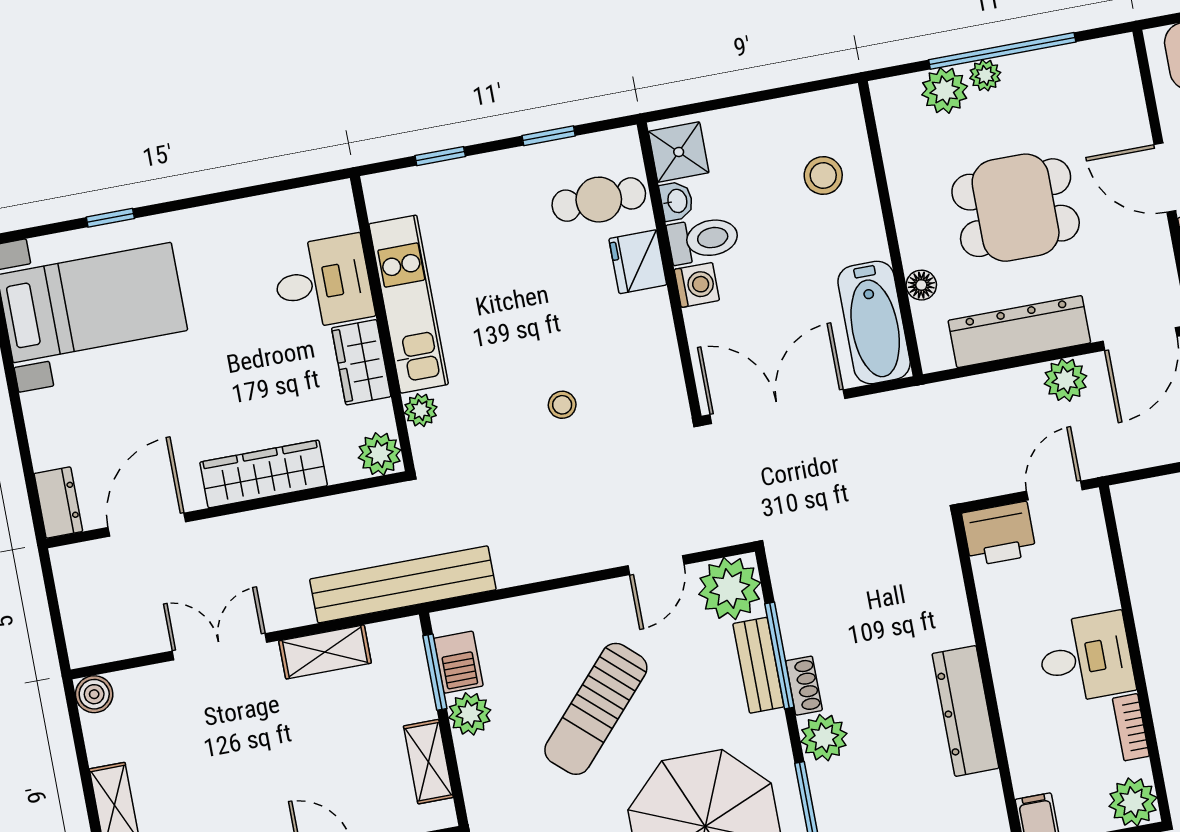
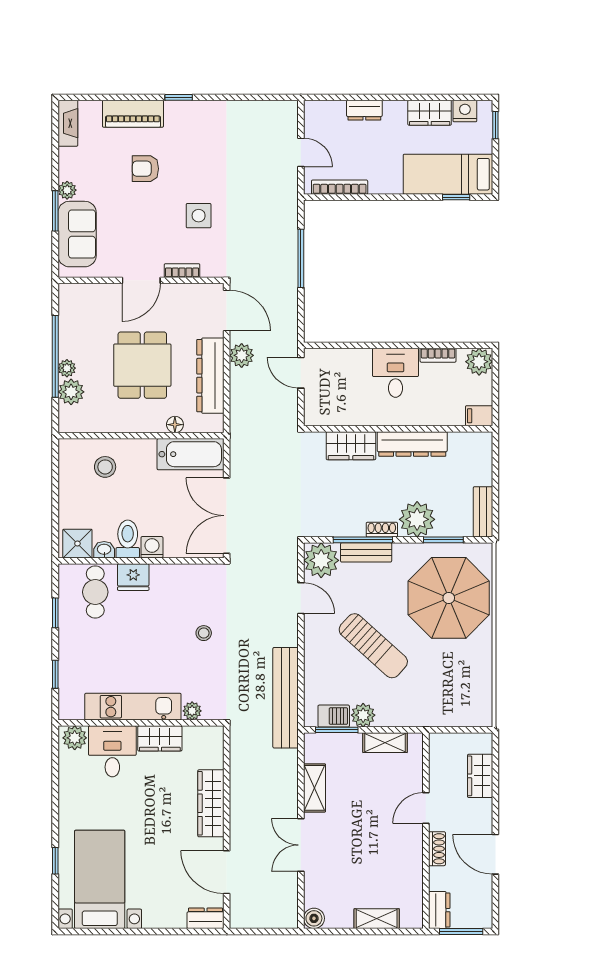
plant: (380, 454) -> (75, 738), moved
printer: (999, 534) -> (319, 407), removed
bench: (403, 584) -> (286, 698), moved
wardrobe: (942, 603) -> (351, 446), added
plant: (824, 738) -> (417, 519), width x1.36, depth x1.36

